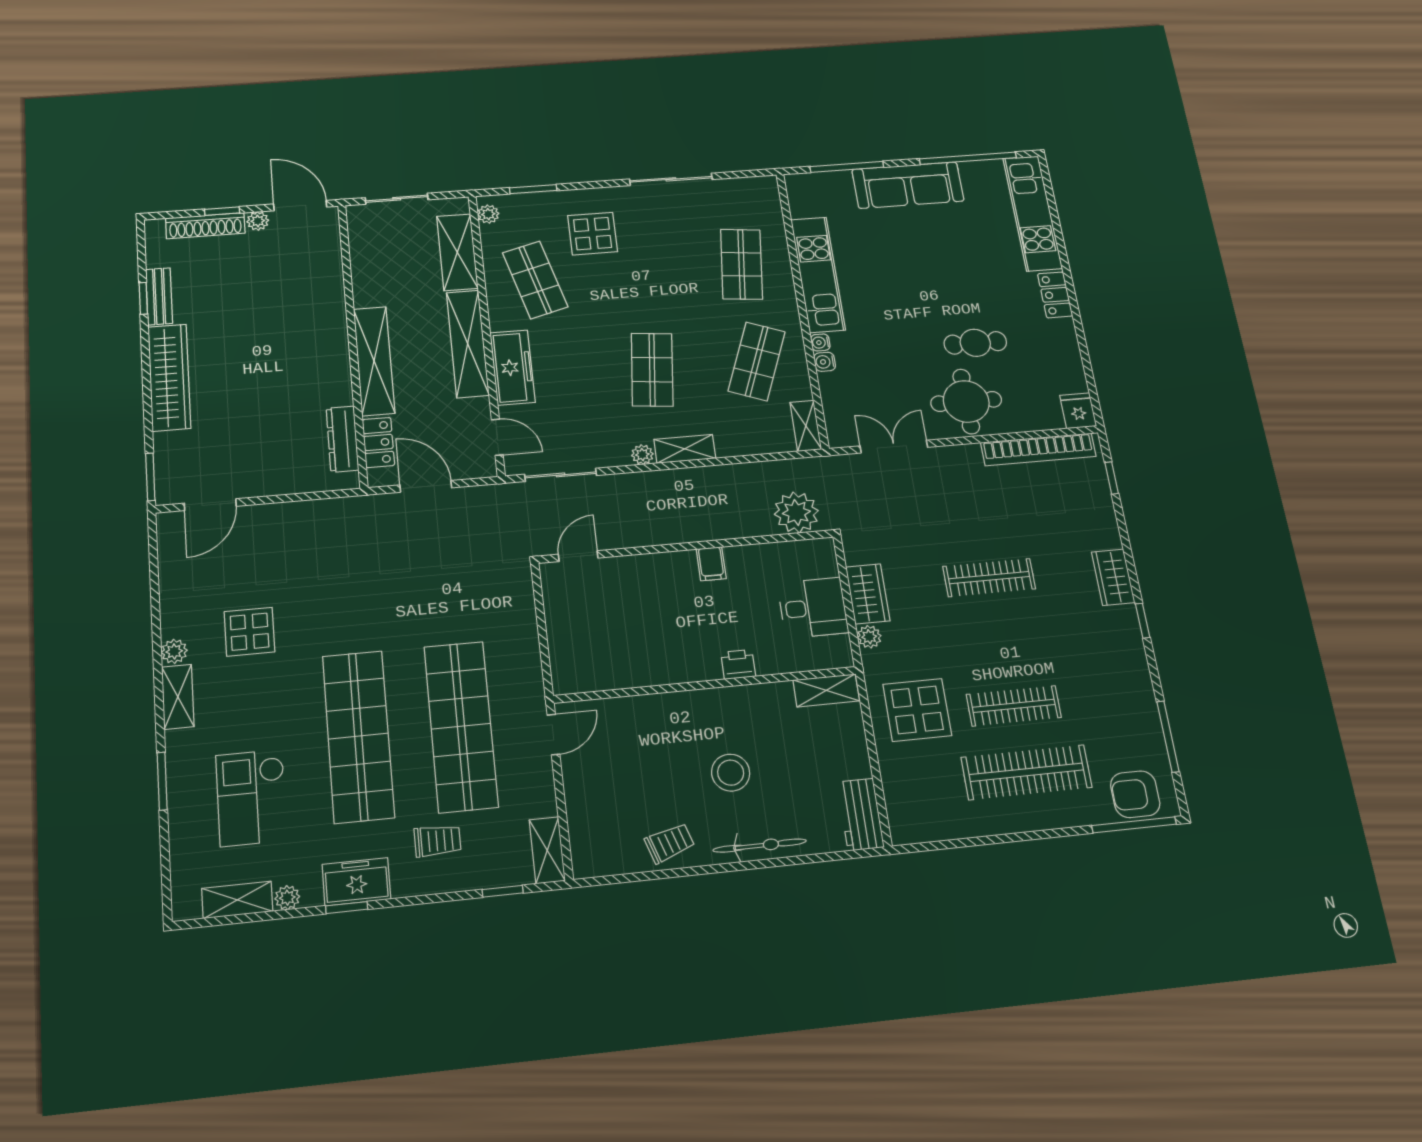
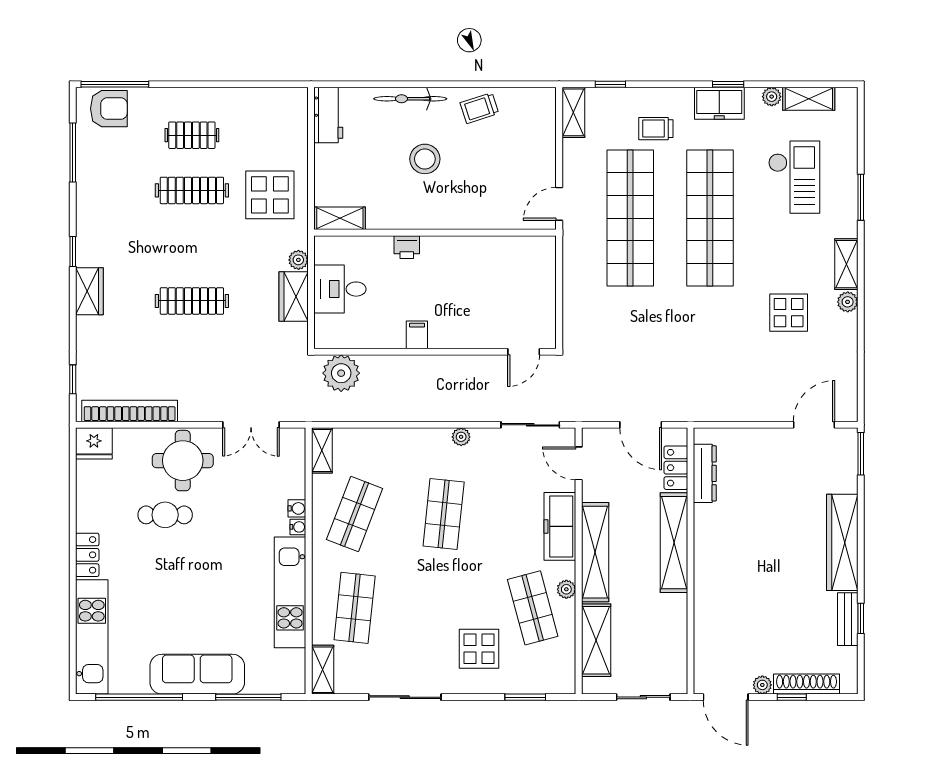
plant: (488, 214) -> (566, 589), moved
fridge: (1078, 411) -> (94, 443), width x1.38
shelving: (685, 449) -> (323, 670), moved, turned 90
clothes rail: (1026, 772) -> (192, 135), width x0.54, depth x0.76

